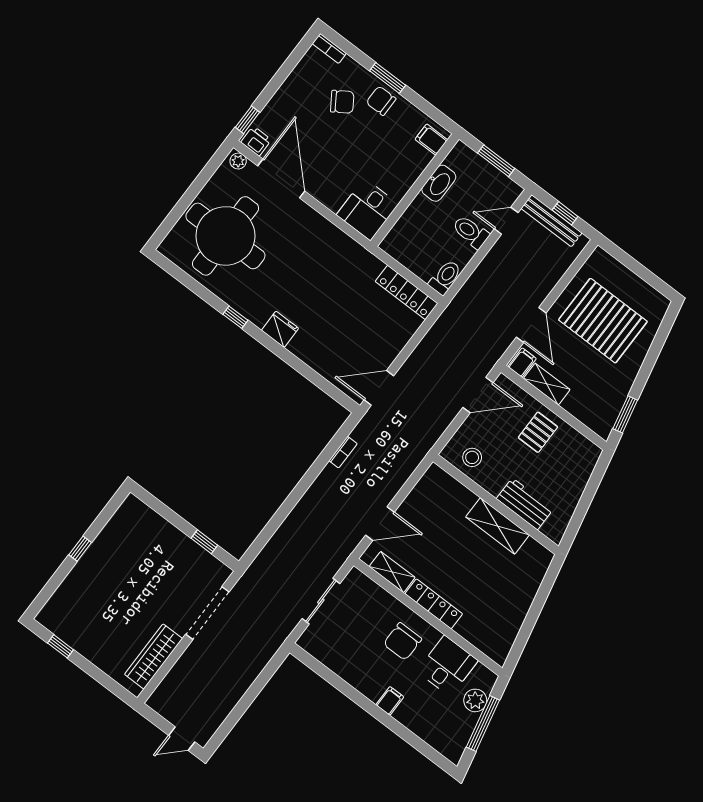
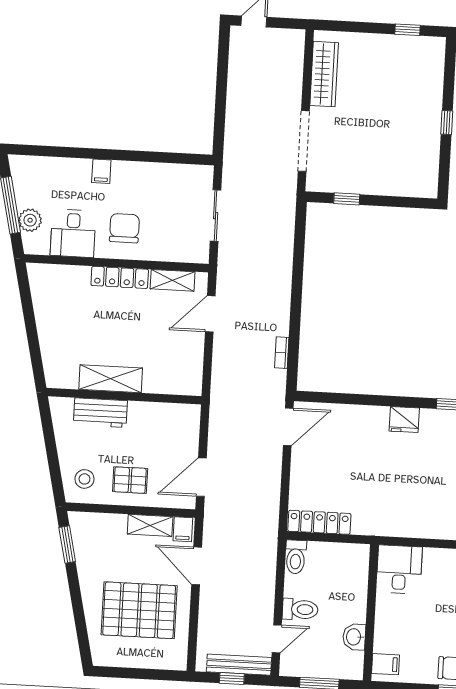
washbasin: (439, 183) -> (354, 637), width x0.72
pallet: (538, 432) -> (130, 480), turned 90
stool: (472, 457) -> (84, 479), moved

